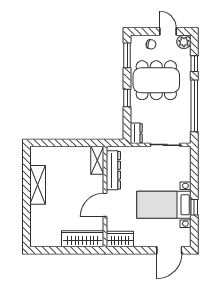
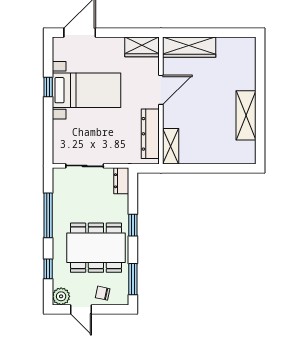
window: (194, 106) -> (48, 215), width x0.68

